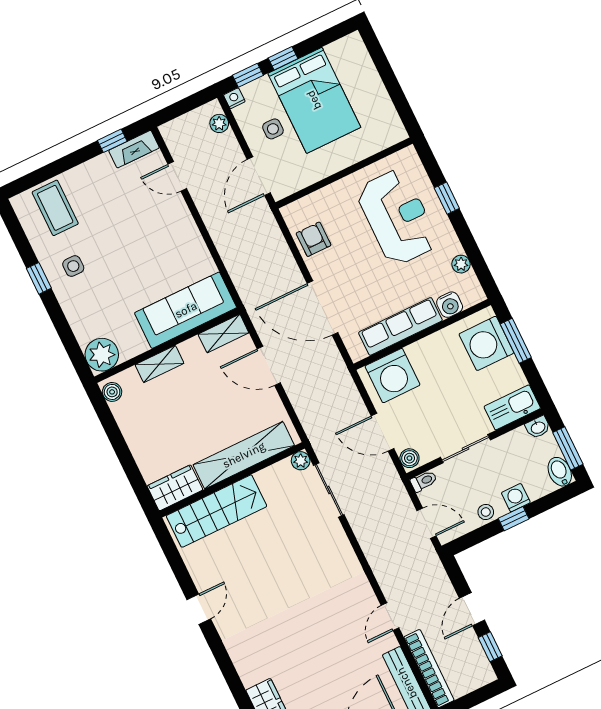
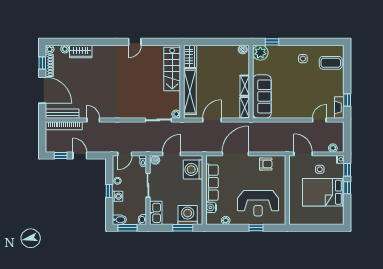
window: (39, 278) -> (272, 42), moved
shelving: (159, 364) -> (245, 86), moved
door: (269, 366) -> (212, 120), moved
door: (199, 609) -> (135, 42), hinge flipped

